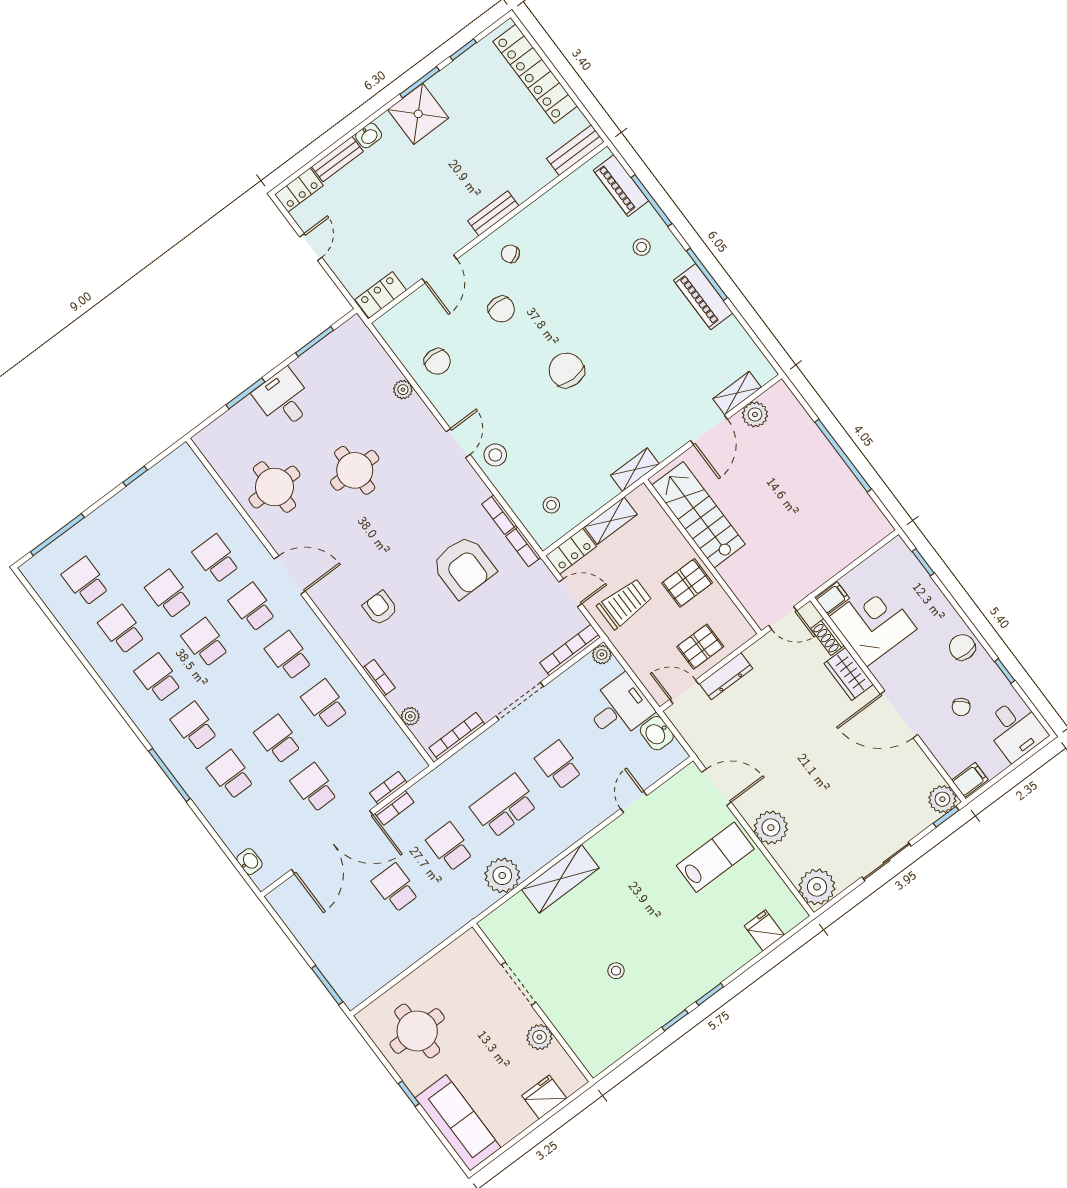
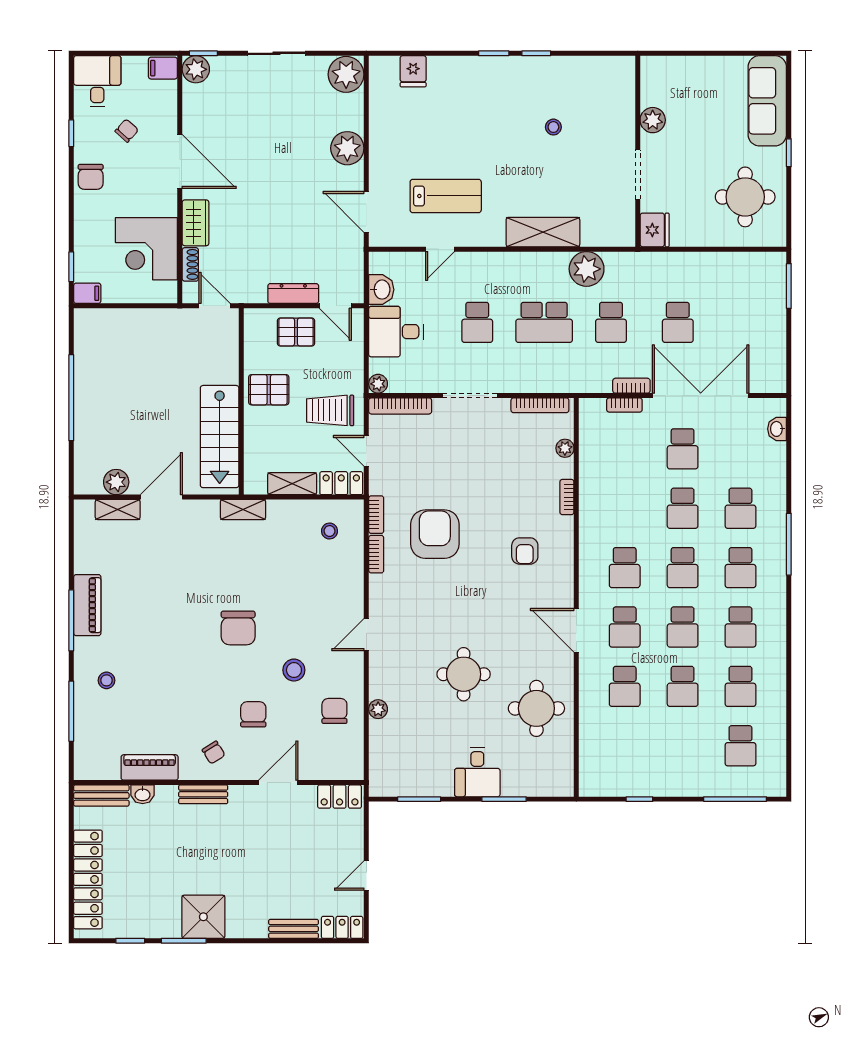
washbasin: (369, 136) -> (143, 794), moved, turned 180
piano: (621, 185) -> (150, 767), moved, turned -90
stool: (495, 455) -> (294, 670), moved
filing cabinet: (832, 598) -> (87, 293), moved, turned 180
school desk: (325, 704) -> (683, 568), moved
lab bench: (715, 857) -> (446, 196), moved, turned 180
fridge: (544, 1097) -> (655, 230), moved, turned -90

